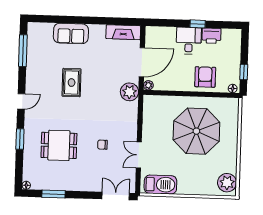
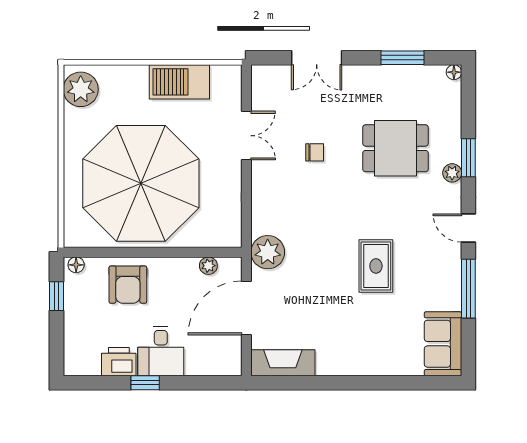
sofa: (71, 33) -> (443, 344), moved, turned -90
window: (23, 51) -> (468, 289), moved
plant: (148, 85) -> (208, 266), moved
door: (21, 101) -> (468, 228), hinge flipped
plant: (29, 131) -> (452, 173), added
parasol: (196, 131) -> (141, 183), width x1.36, depth x1.36
barbecue: (160, 185) -> (179, 82), moved
double door: (116, 196) -> (317, 58), moved

